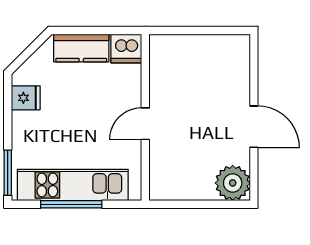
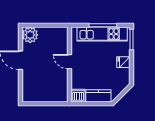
fridge: (26, 98) -> (123, 62), moved
door: (145, 124) -> (69, 62), swing flipped

